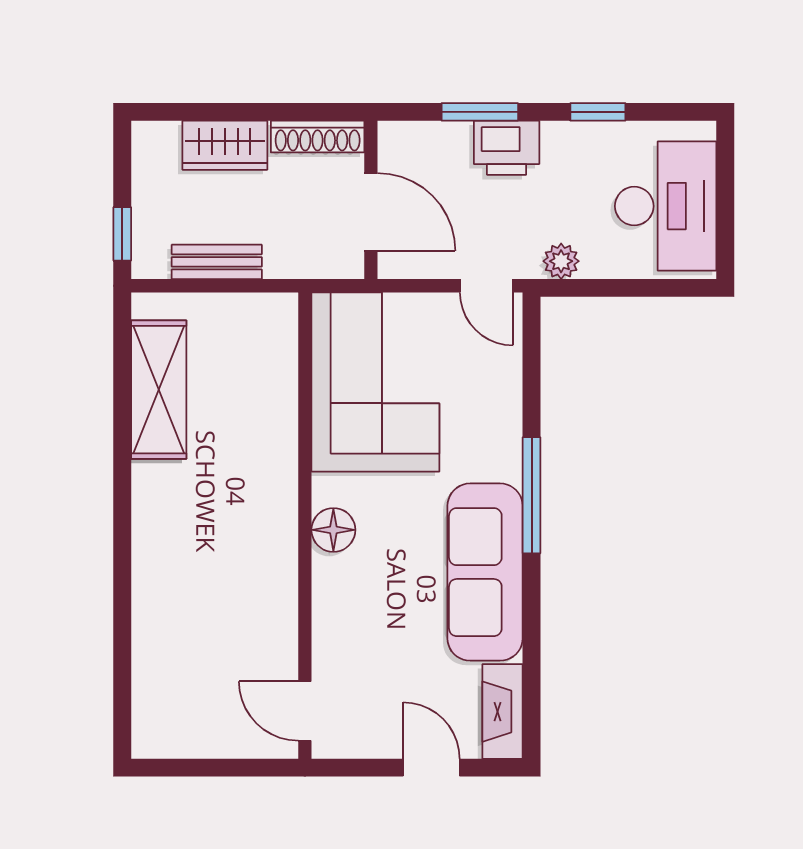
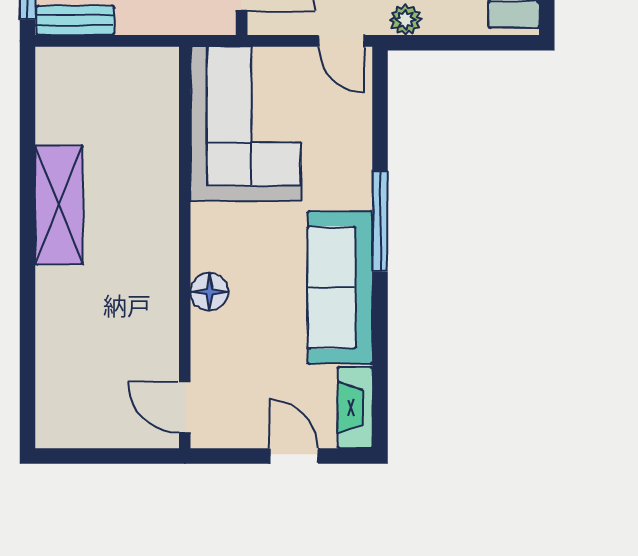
bench: (217, 262) -> (75, 20), moved
shelving: (159, 390) -> (59, 205), moved
floor lamp: (333, 530) -> (209, 292), moved

